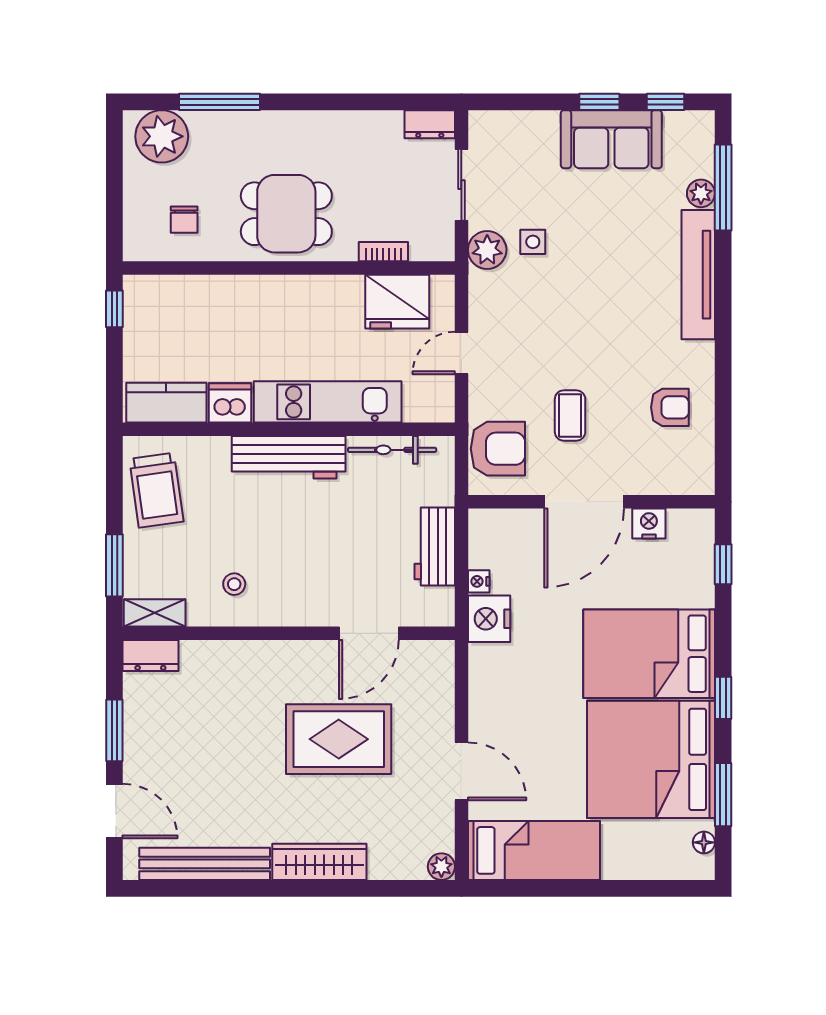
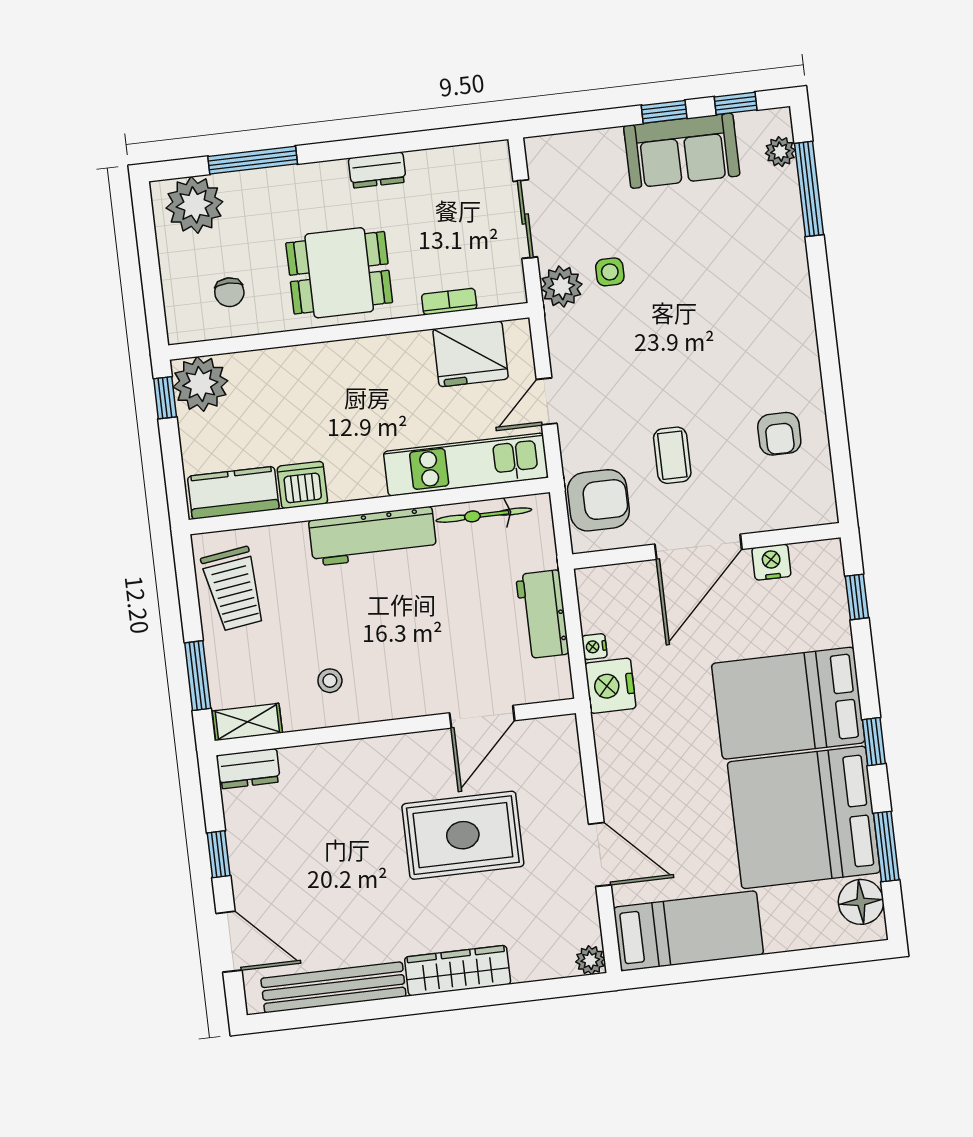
dresser: (430, 124) -> (377, 170), moved
plant: (701, 193) -> (780, 152), moved
tv unit: (698, 275) -> (793, 286), removed
plant: (148, 300) -> (200, 384), added
kitchen unit: (328, 402) -> (466, 465), moved
armchair: (670, 407) -> (779, 434), turned 90
window: (114, 730) -> (219, 854), width x0.67
floor lamp: (704, 842) -> (861, 902), width x1.89, depth x1.89

